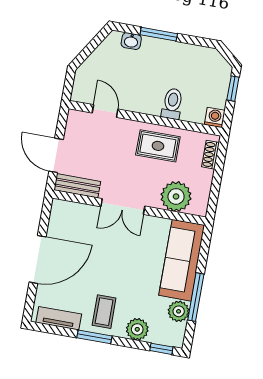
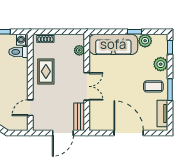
toilet: (172, 104) -> (18, 52), moved
plant: (176, 196) -> (79, 50), width x0.53, depth x0.53
window: (196, 297) -> (134, 32), width x0.46

